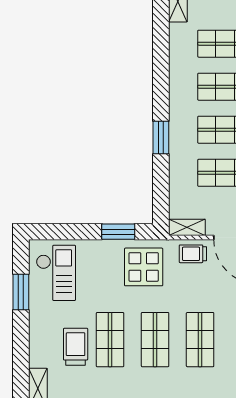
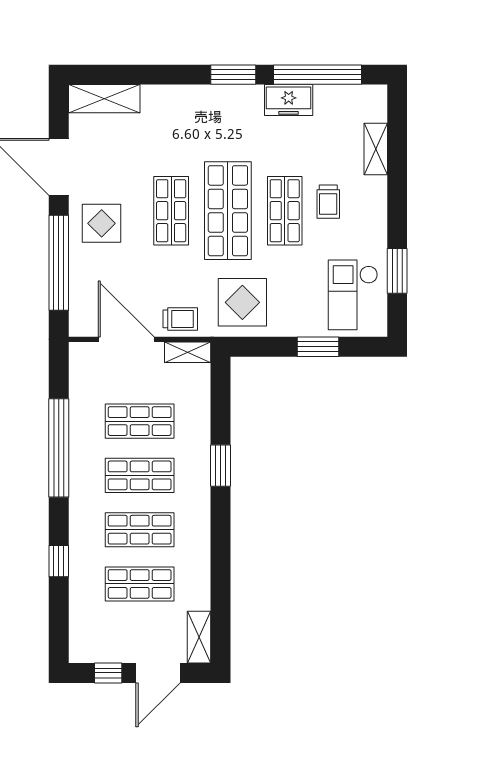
window: (118, 232) -> (318, 347), moved
shop shelf: (155, 340) -> (228, 211), width x1.43, depth x1.36
trolley: (76, 347) -> (328, 202), width x0.73, depth x0.72

